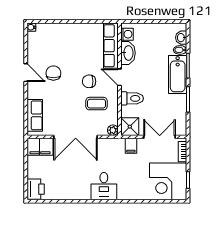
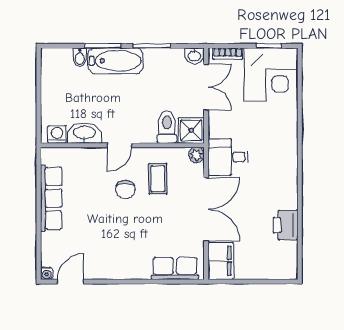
washbasin: (181, 38) -> (194, 56), moved
row of seats: (111, 46) -> (51, 198), moved, turned -90
door: (26, 73) -> (70, 282), moved
chair: (53, 73) -> (113, 241), removed
toilet: (132, 98) -> (167, 127), moved
double door: (160, 137) -> (206, 87), swing flipped
filing cabinet: (131, 146) -> (219, 129), removed
desk: (104, 186) -> (228, 157), moved, turned 180
printer: (36, 189) -> (285, 225), moved, turned -90

